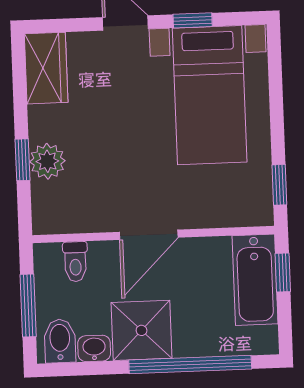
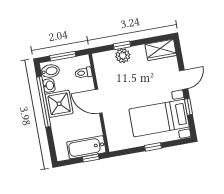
window: (279, 185) -> (153, 147), moved
window: (190, 365) -> (44, 102), moved

